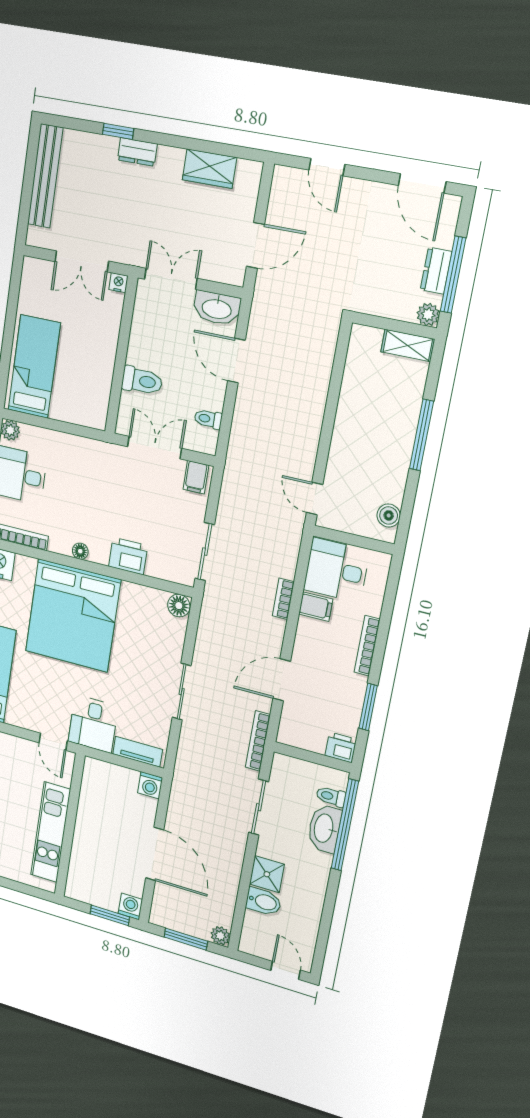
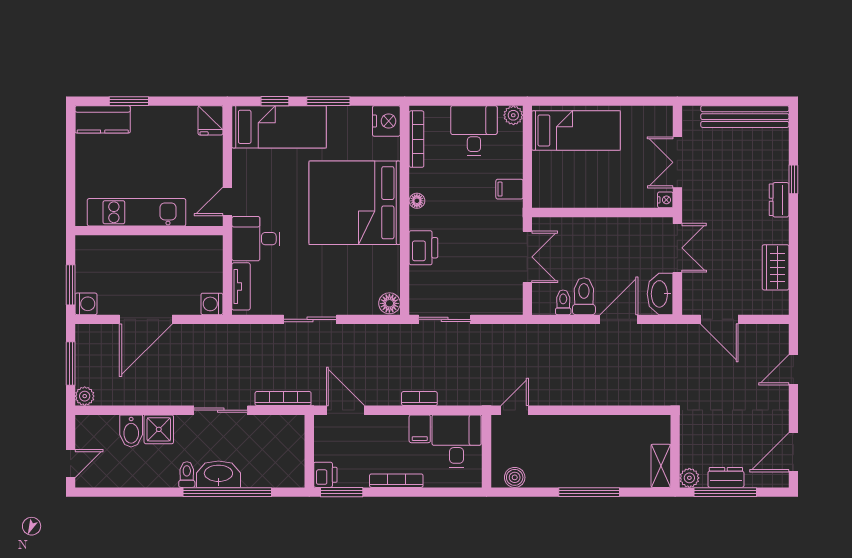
toilet: (142, 381) -> (584, 296), moved, turned 180
filing cabinet: (196, 477) -> (509, 189), moved
printer: (341, 747) -> (325, 475), moved
wall: (312, 757) -> (309, 451), moved
toilet: (331, 796) -> (187, 475), moved

